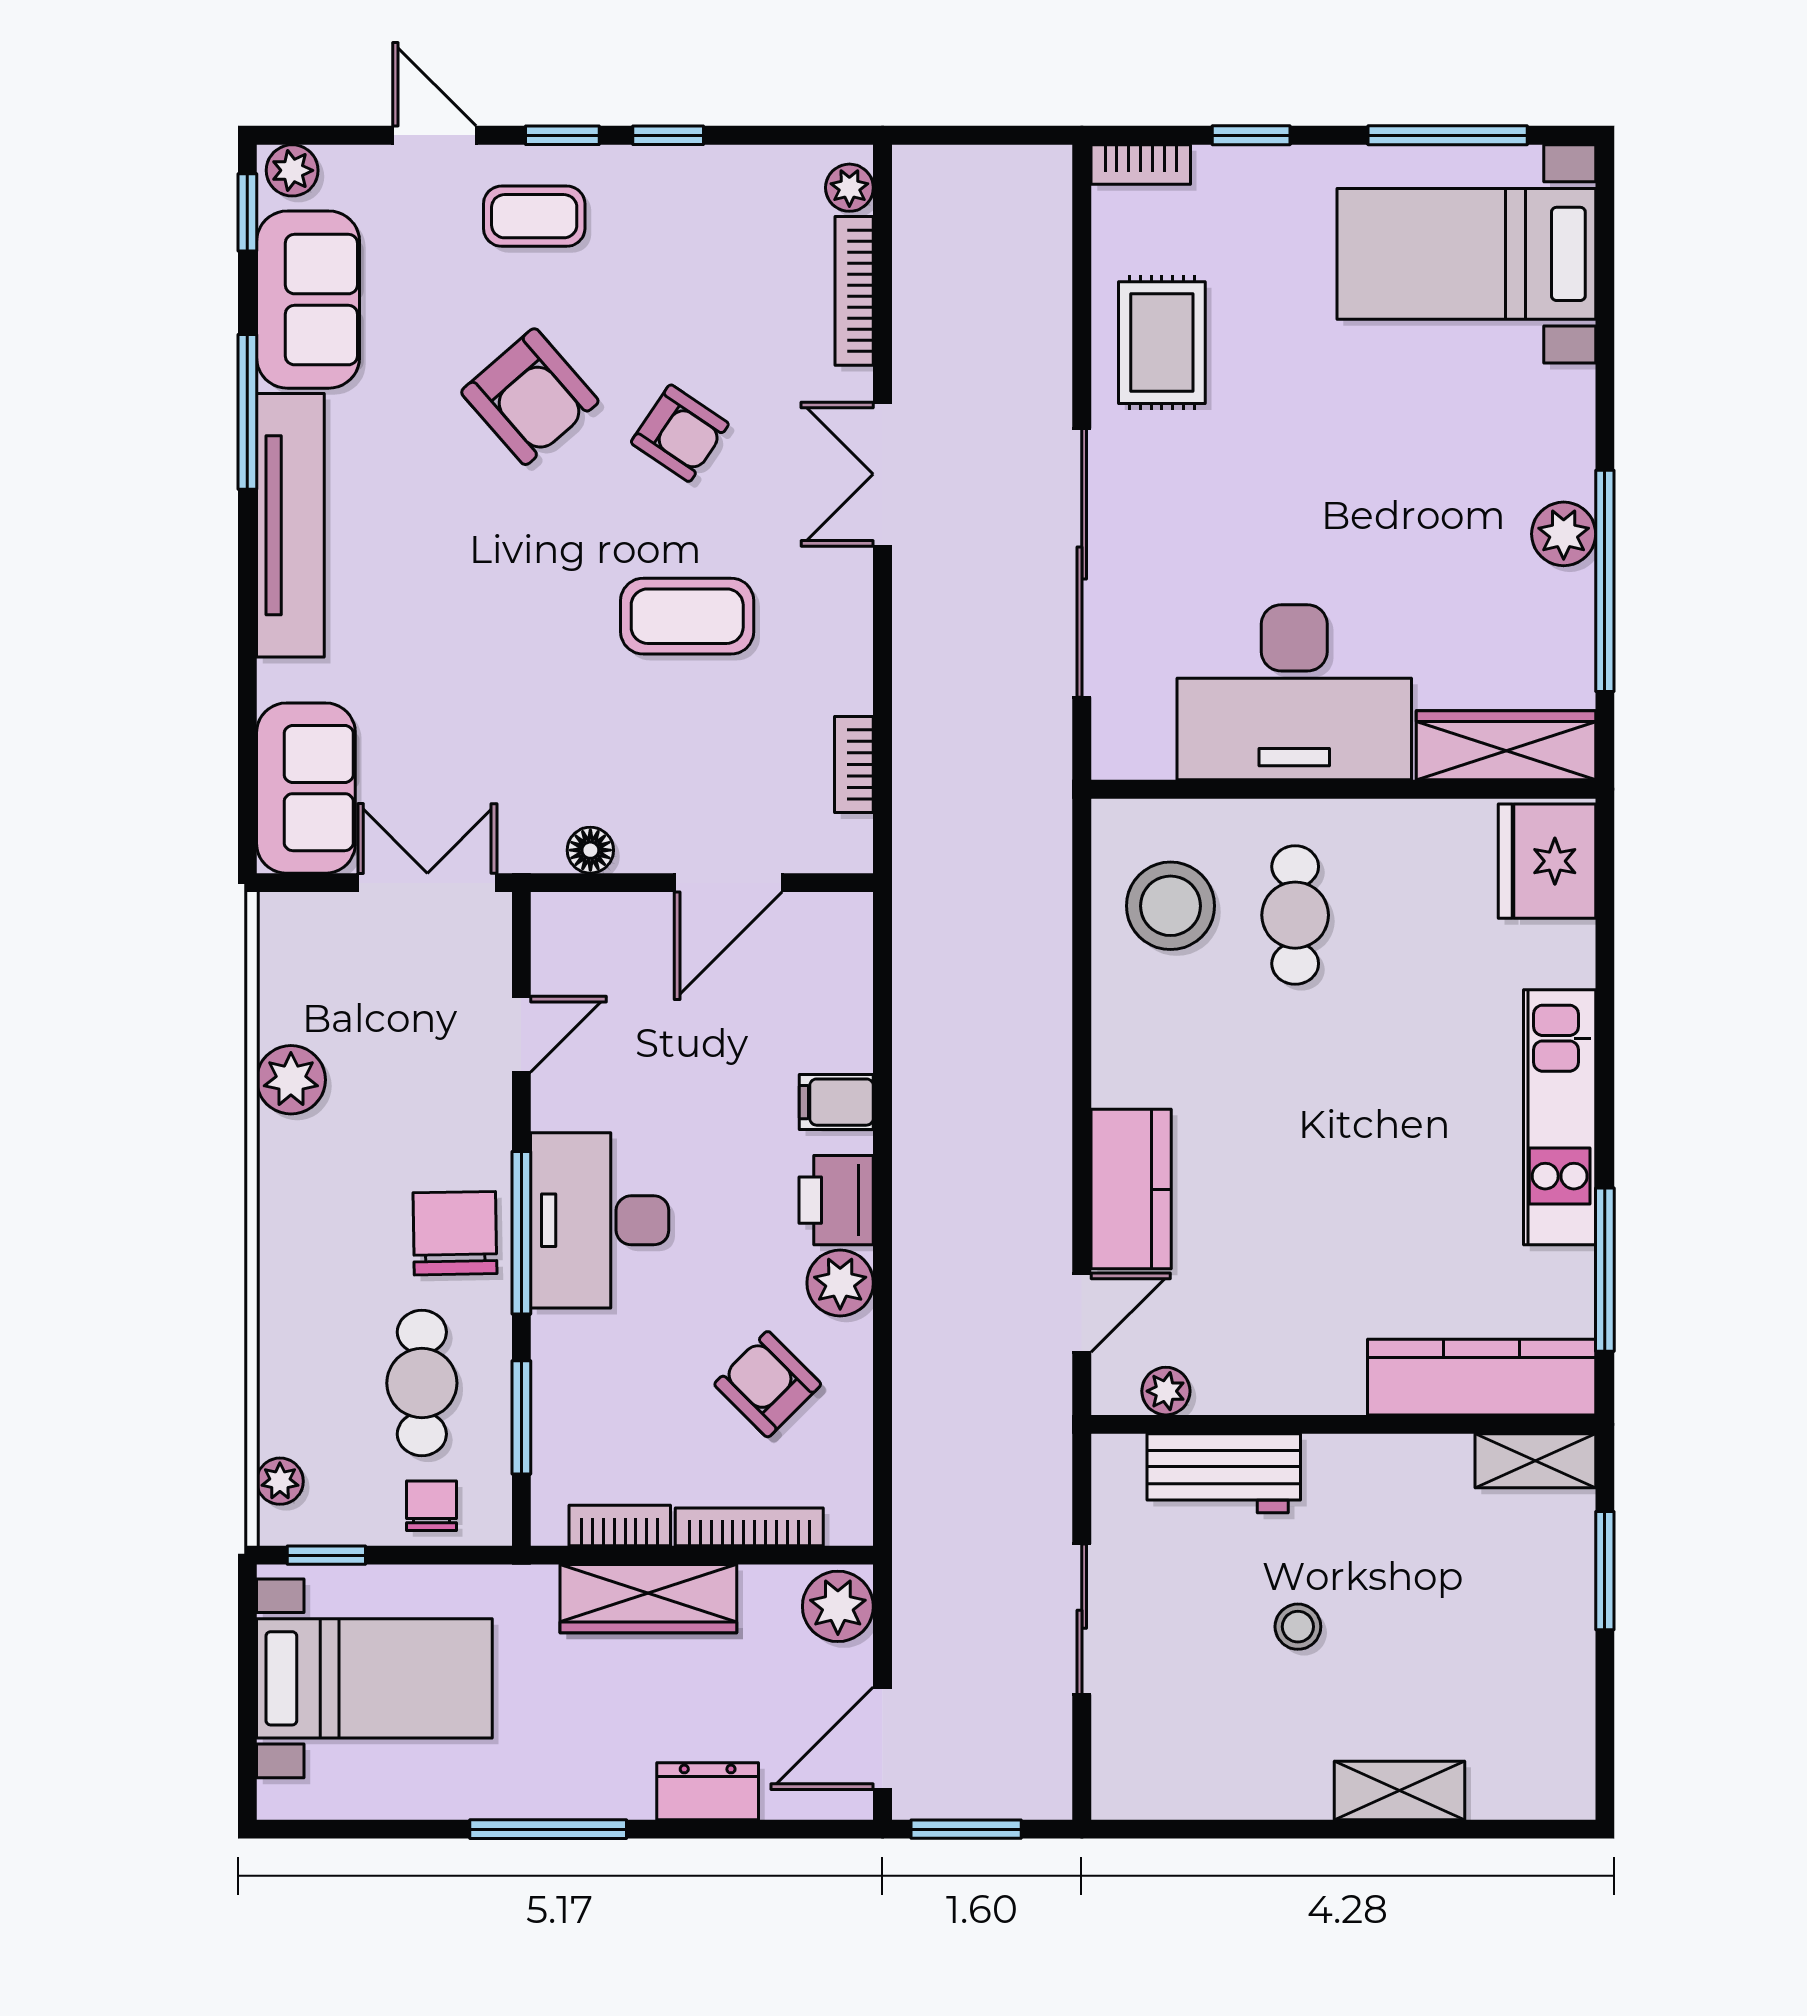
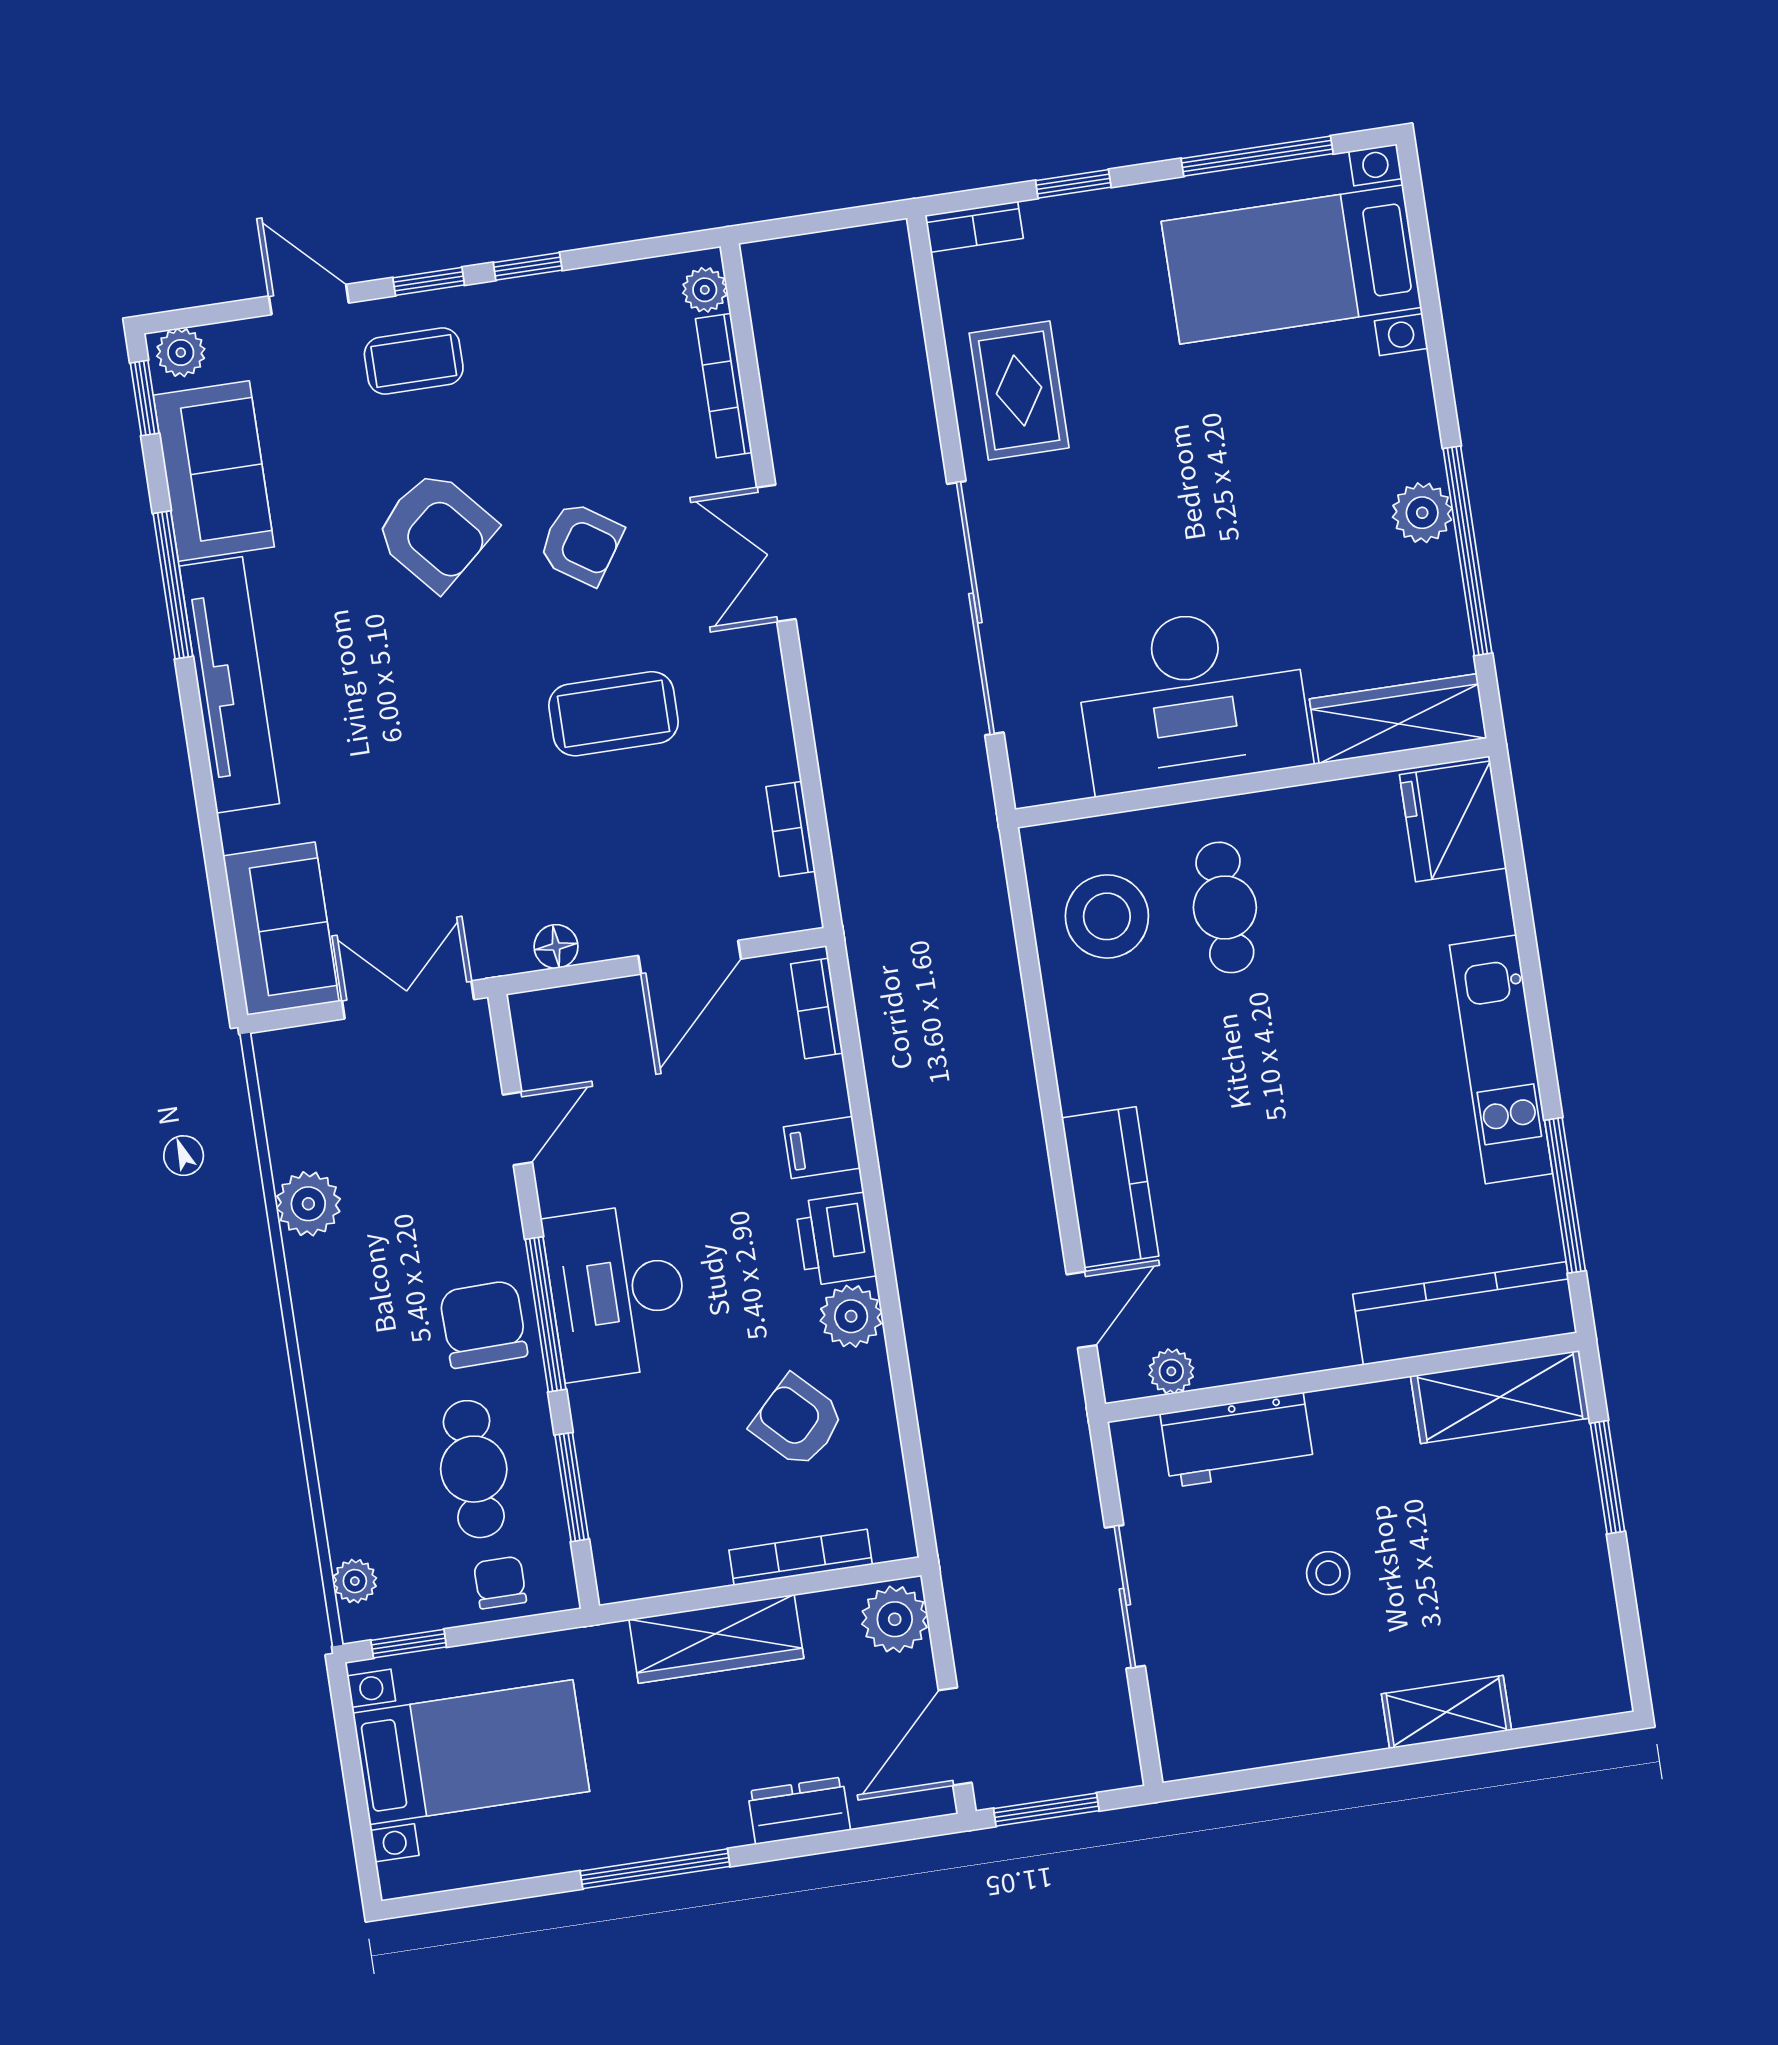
shelving: (1535, 1461) -> (1500, 1397), width x1.50, depth x1.33
bookcase: (620, 1526) -> (817, 1008), moved, turned -90

